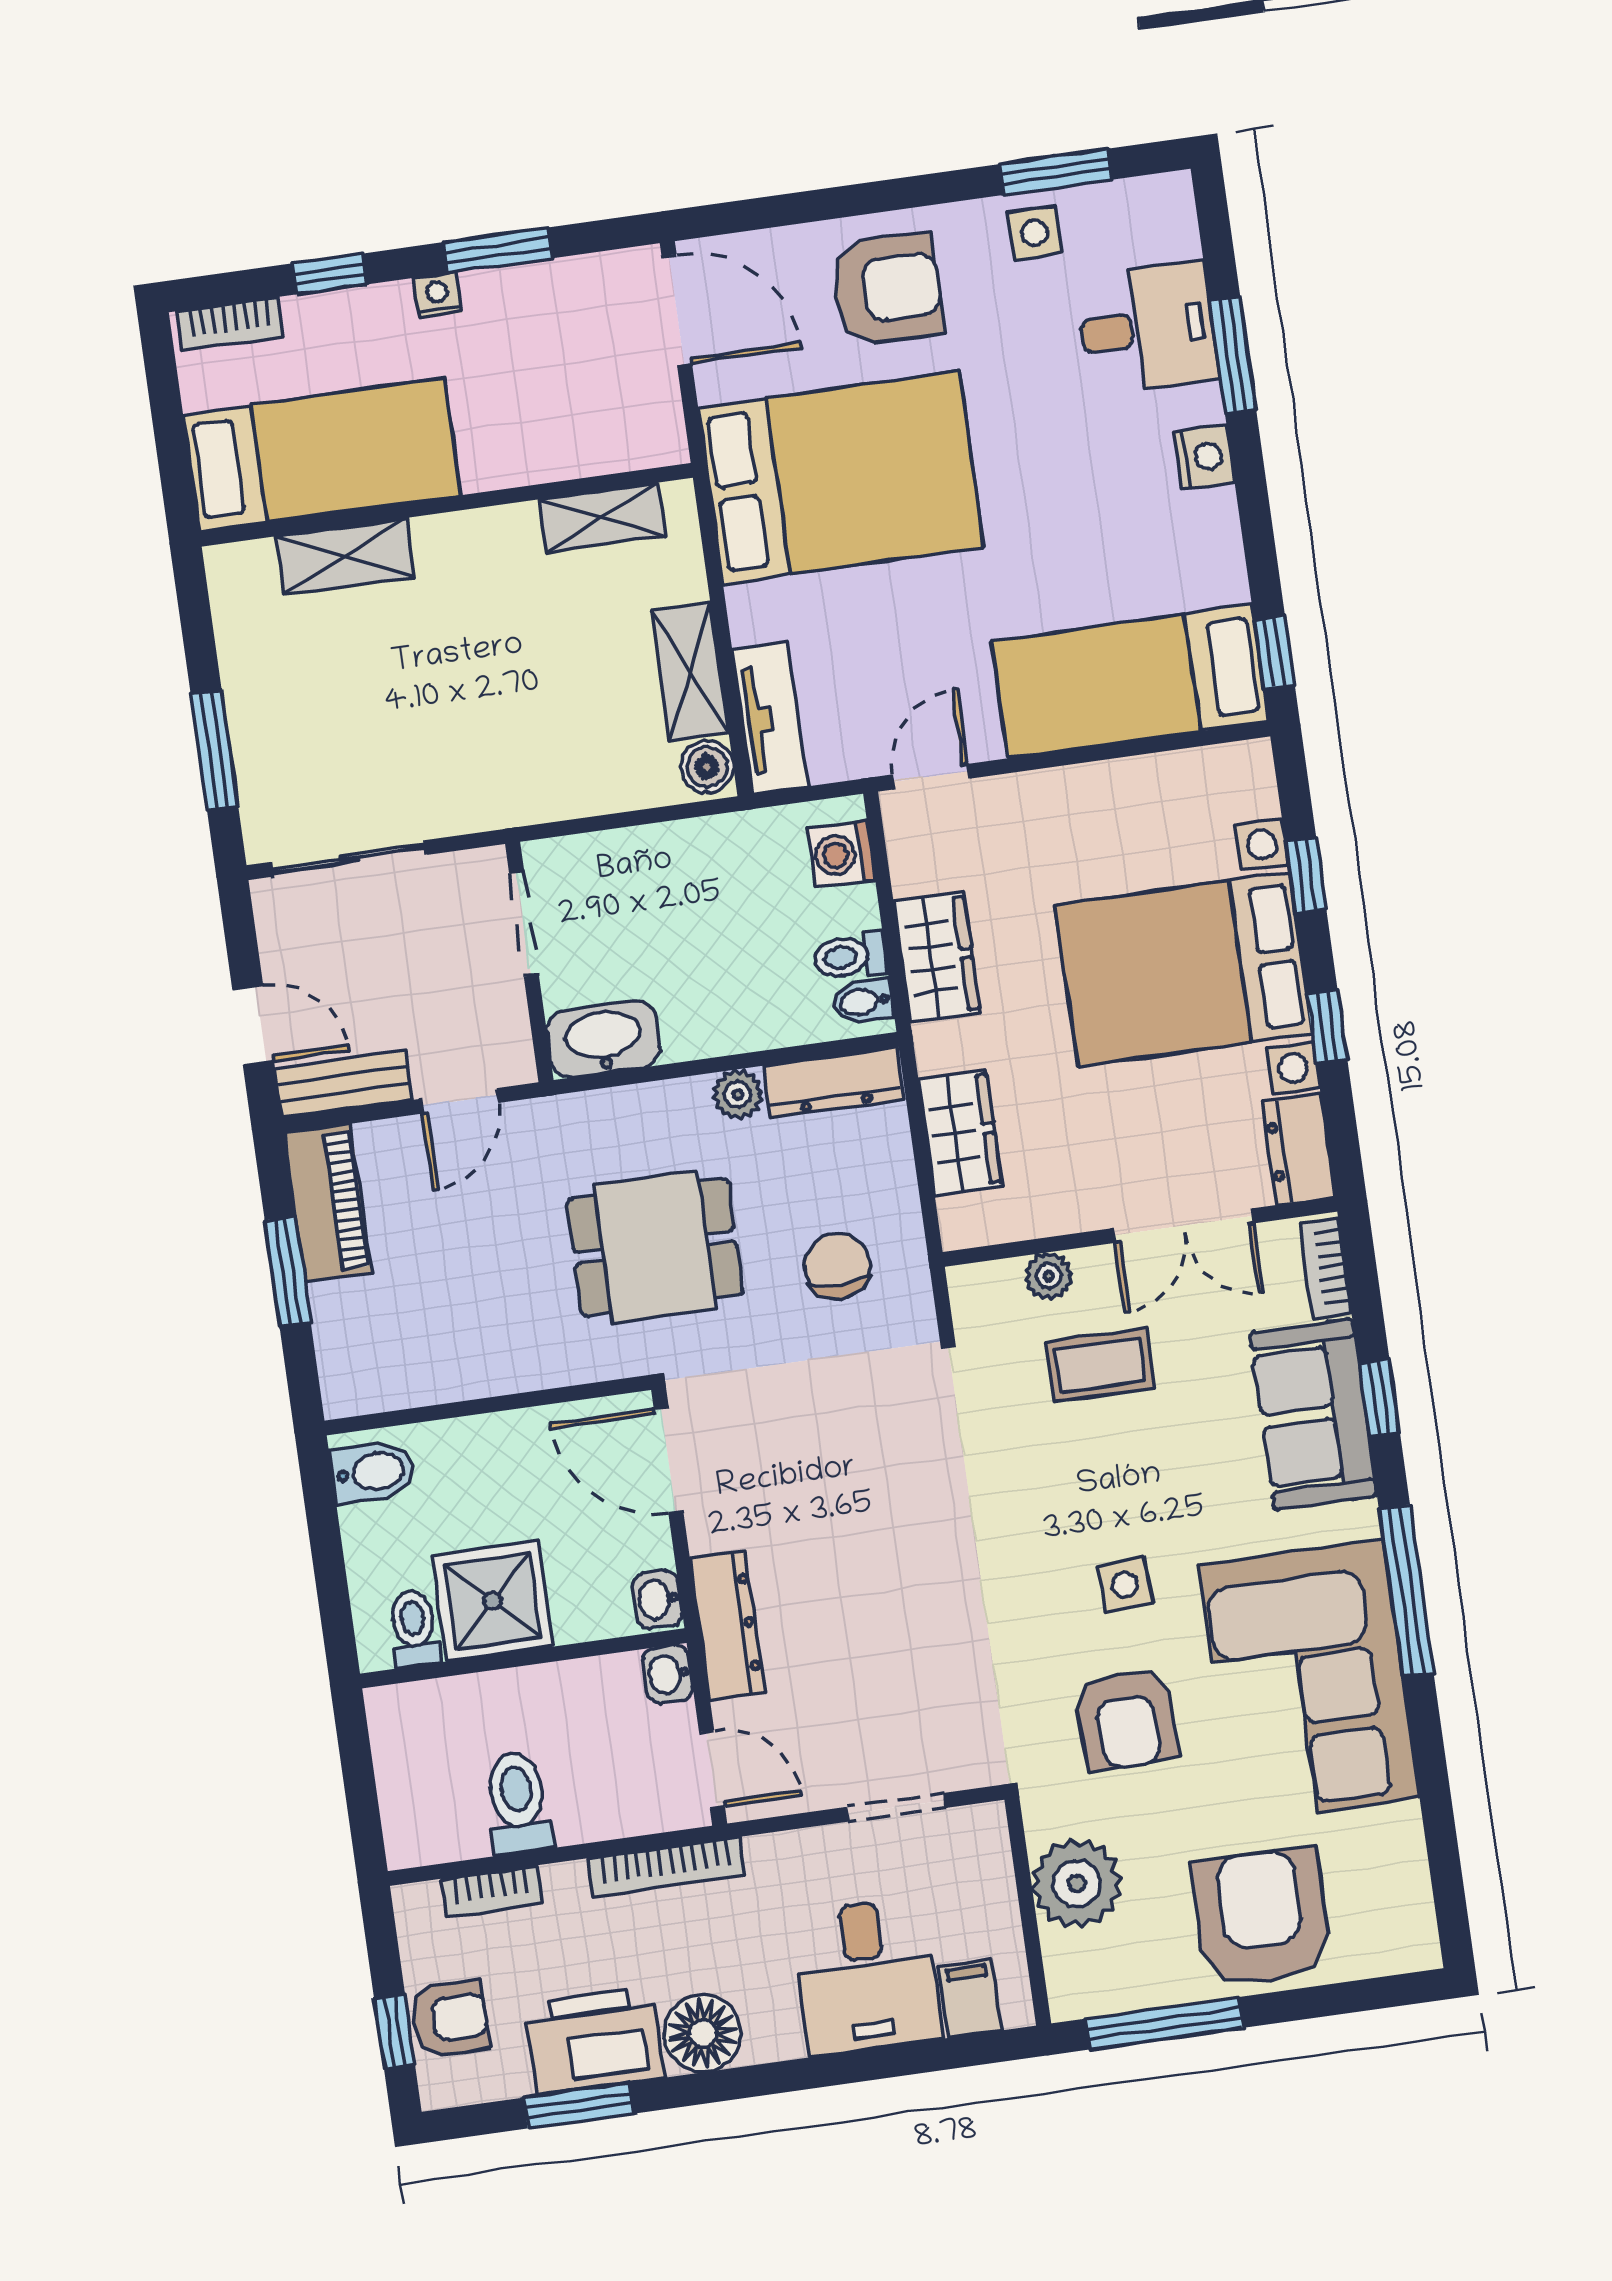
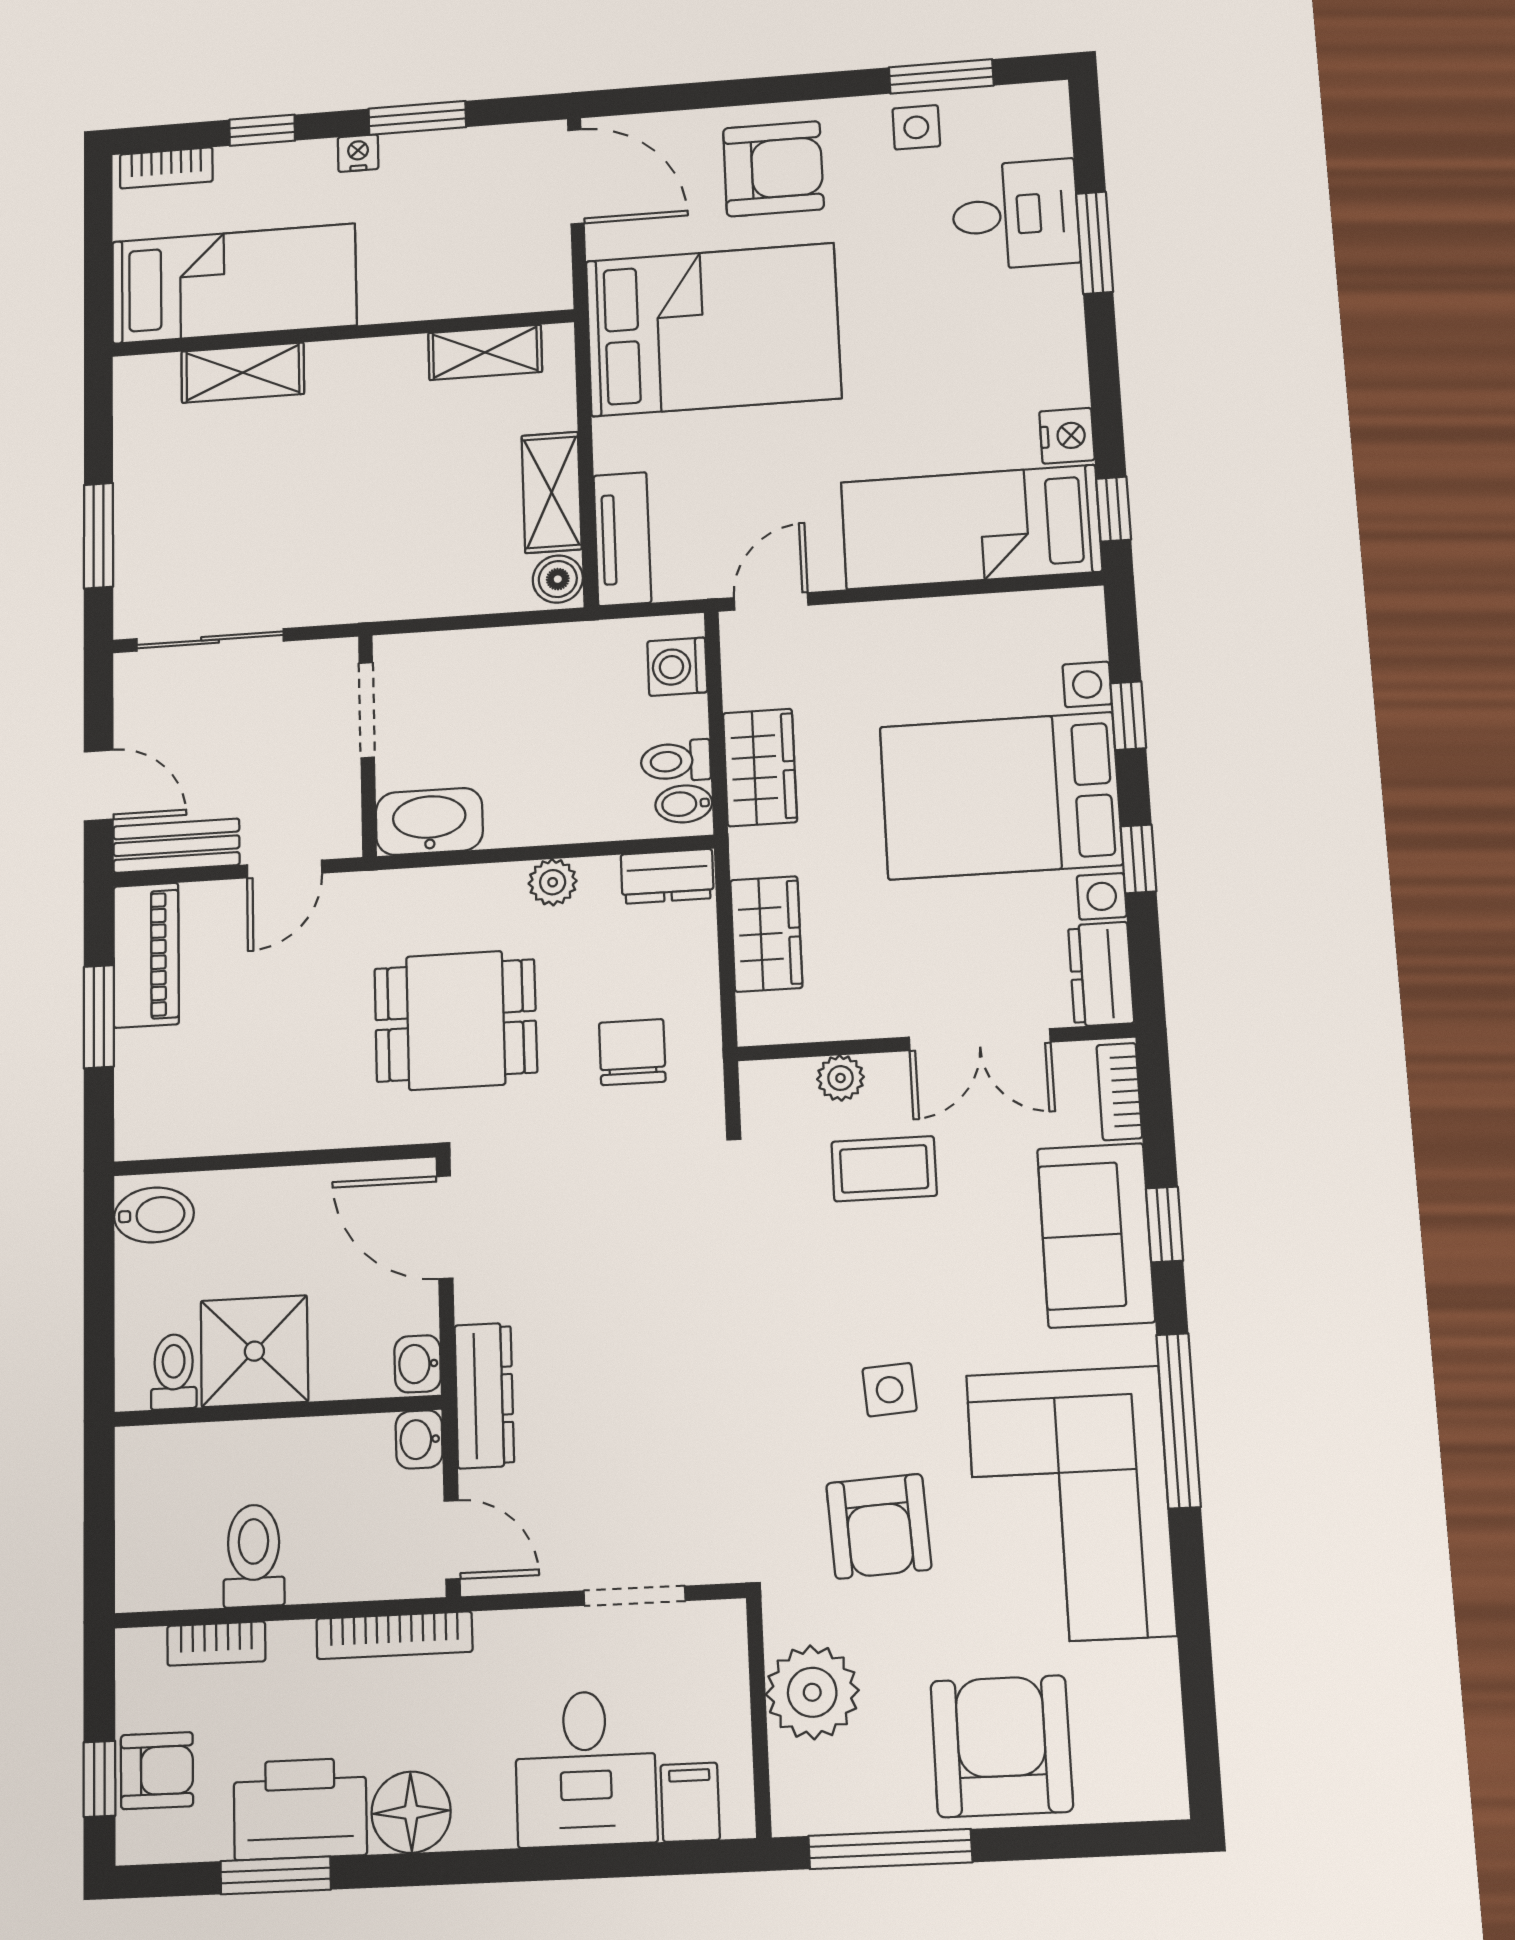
nightstand: (1204, 457) -> (1067, 436), moved
dresser: (834, 1082) -> (667, 876), width x0.70

